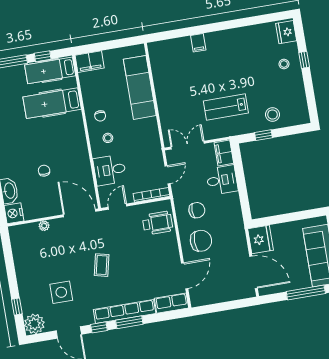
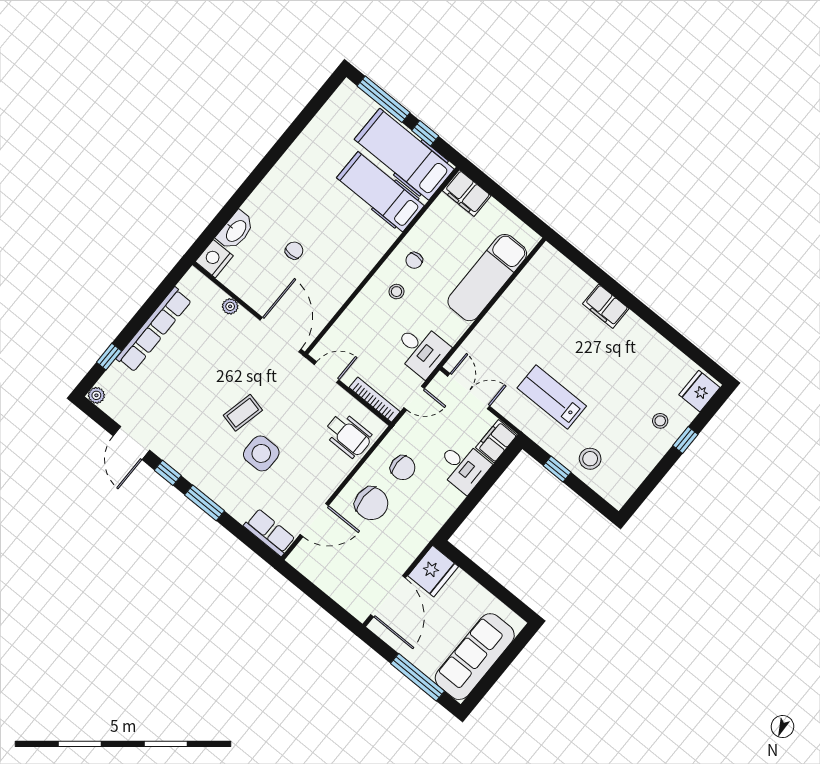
filing cabinet: (198, 43) -> (606, 306), width x2.00
hospital bed: (50, 70) -> (404, 154), width x1.37, depth x1.29
desk: (110, 170) -> (421, 350), moved, turned 180
side table: (61, 292) -> (261, 453), moved
row of seats: (125, 312) -> (154, 330), moved, turned 90
plant: (34, 324) -> (96, 395), width x0.53, depth x0.53

